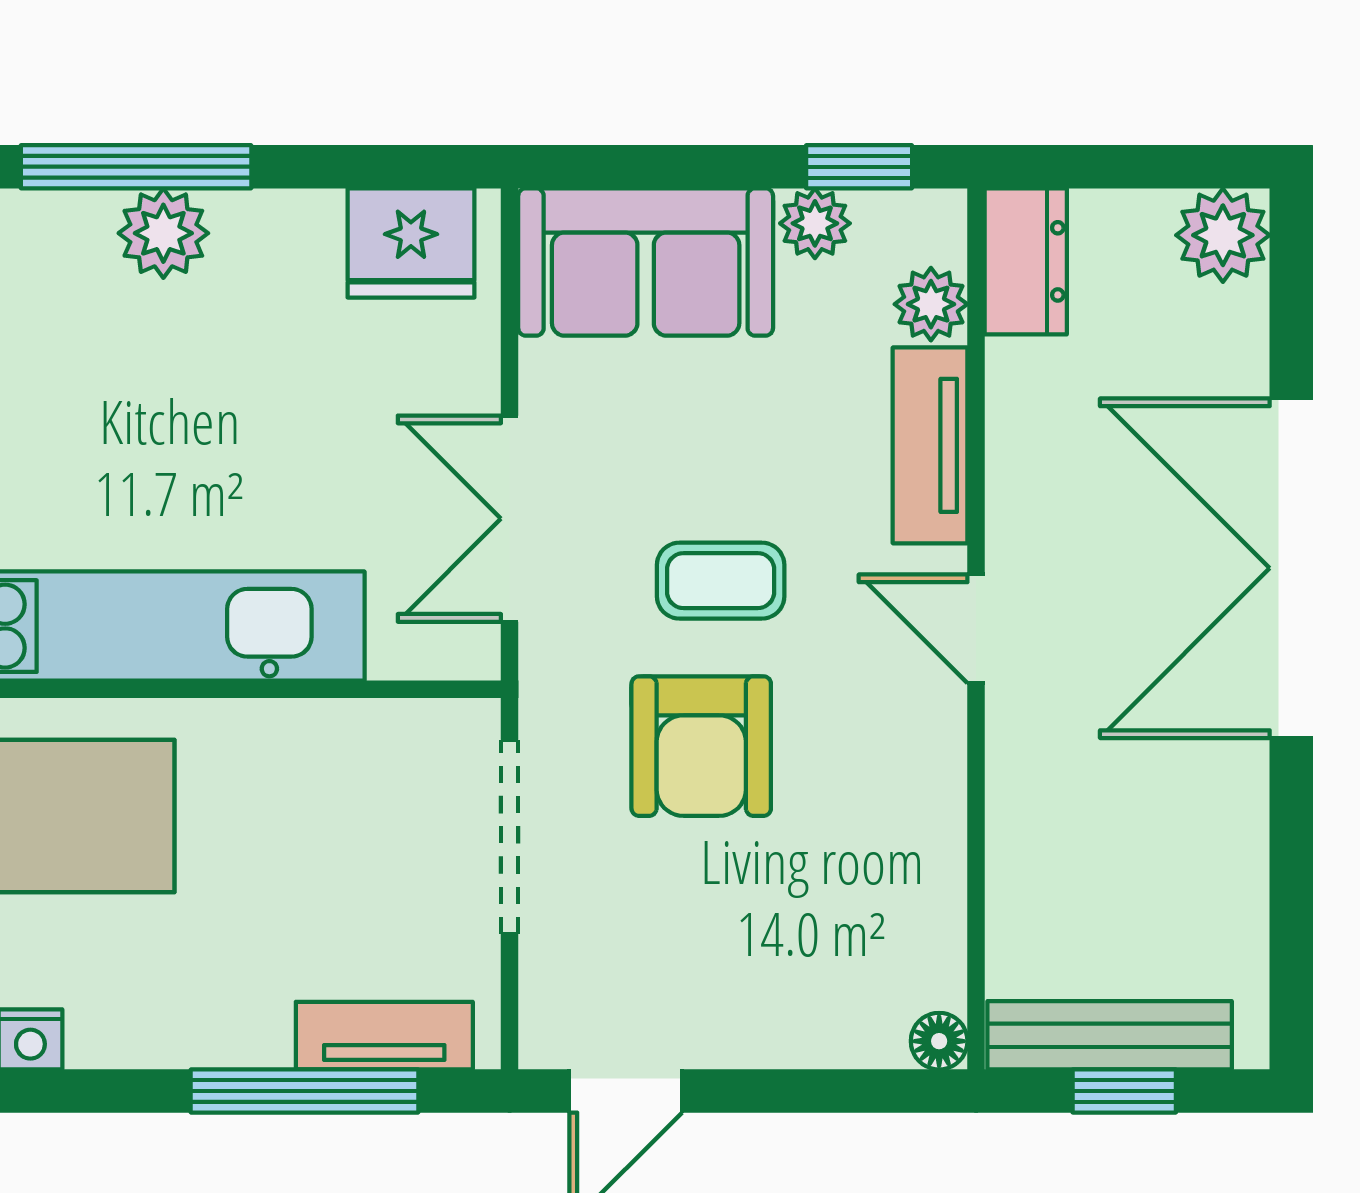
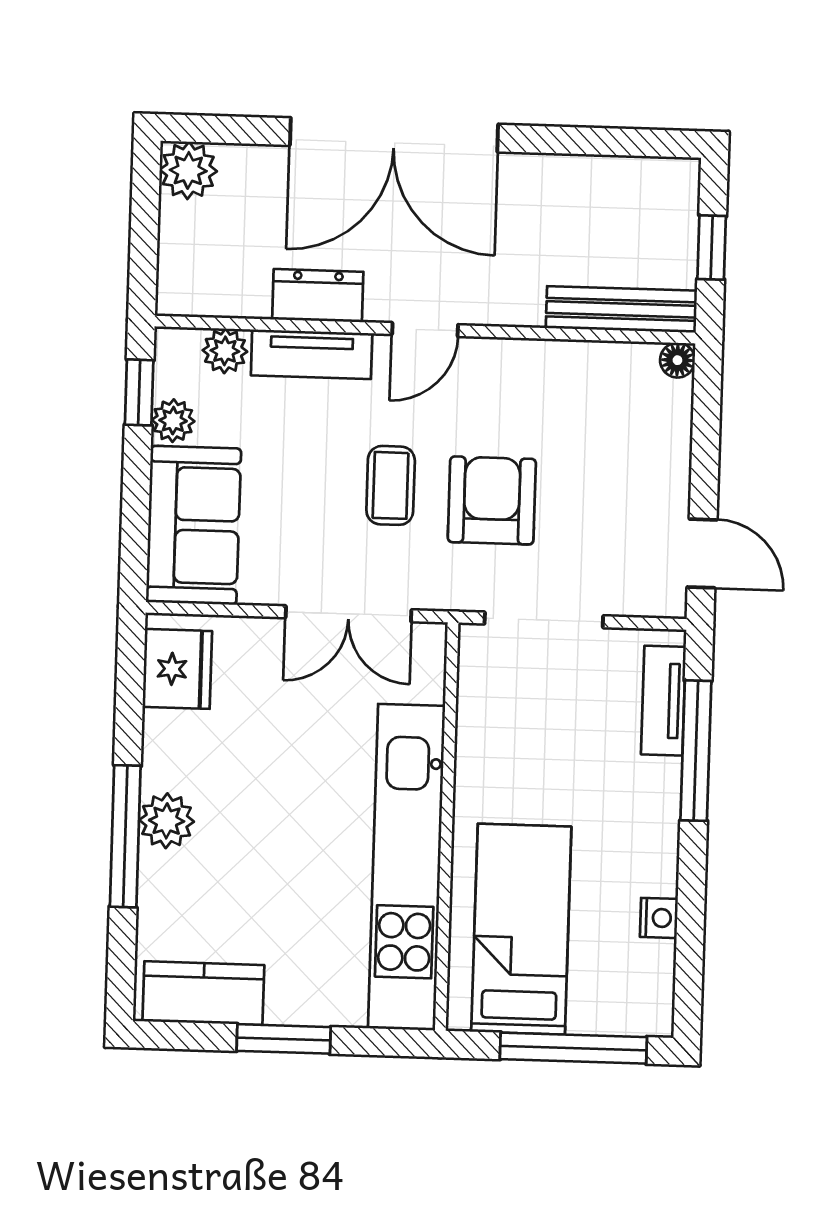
dresser: (1026, 261) -> (318, 296), moved
armchair: (701, 746) -> (492, 500), turned -90
bench: (1110, 1035) -> (621, 309), moved, turned 90

